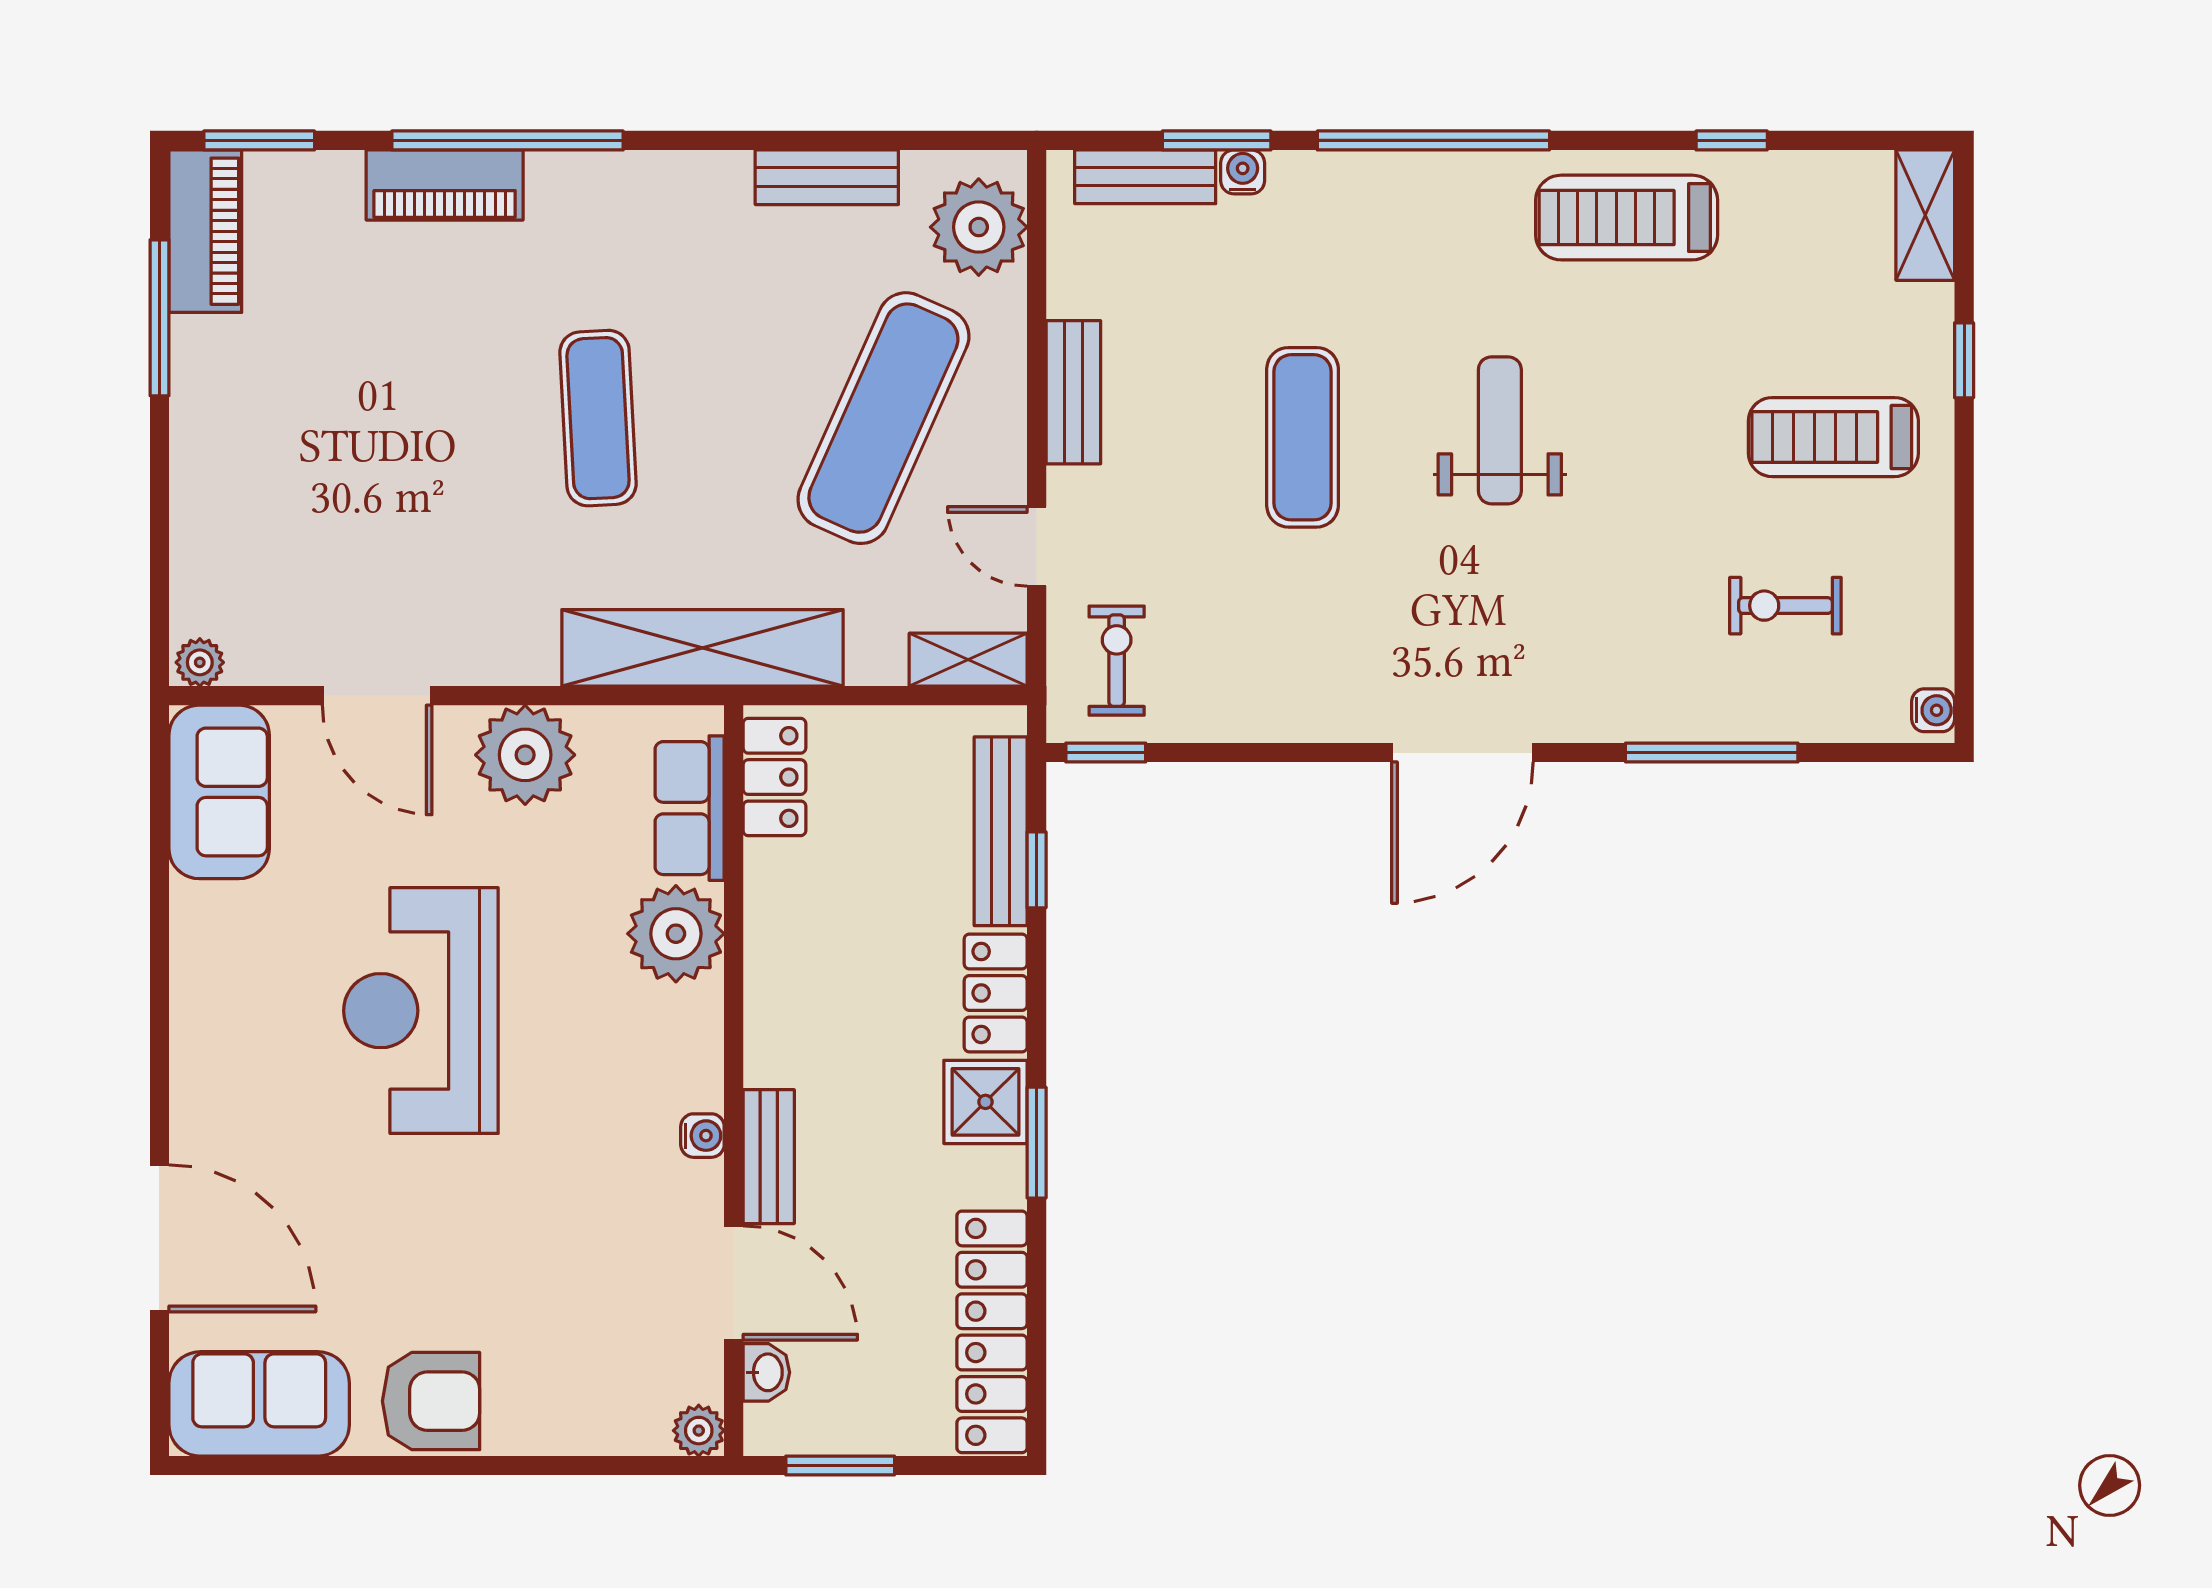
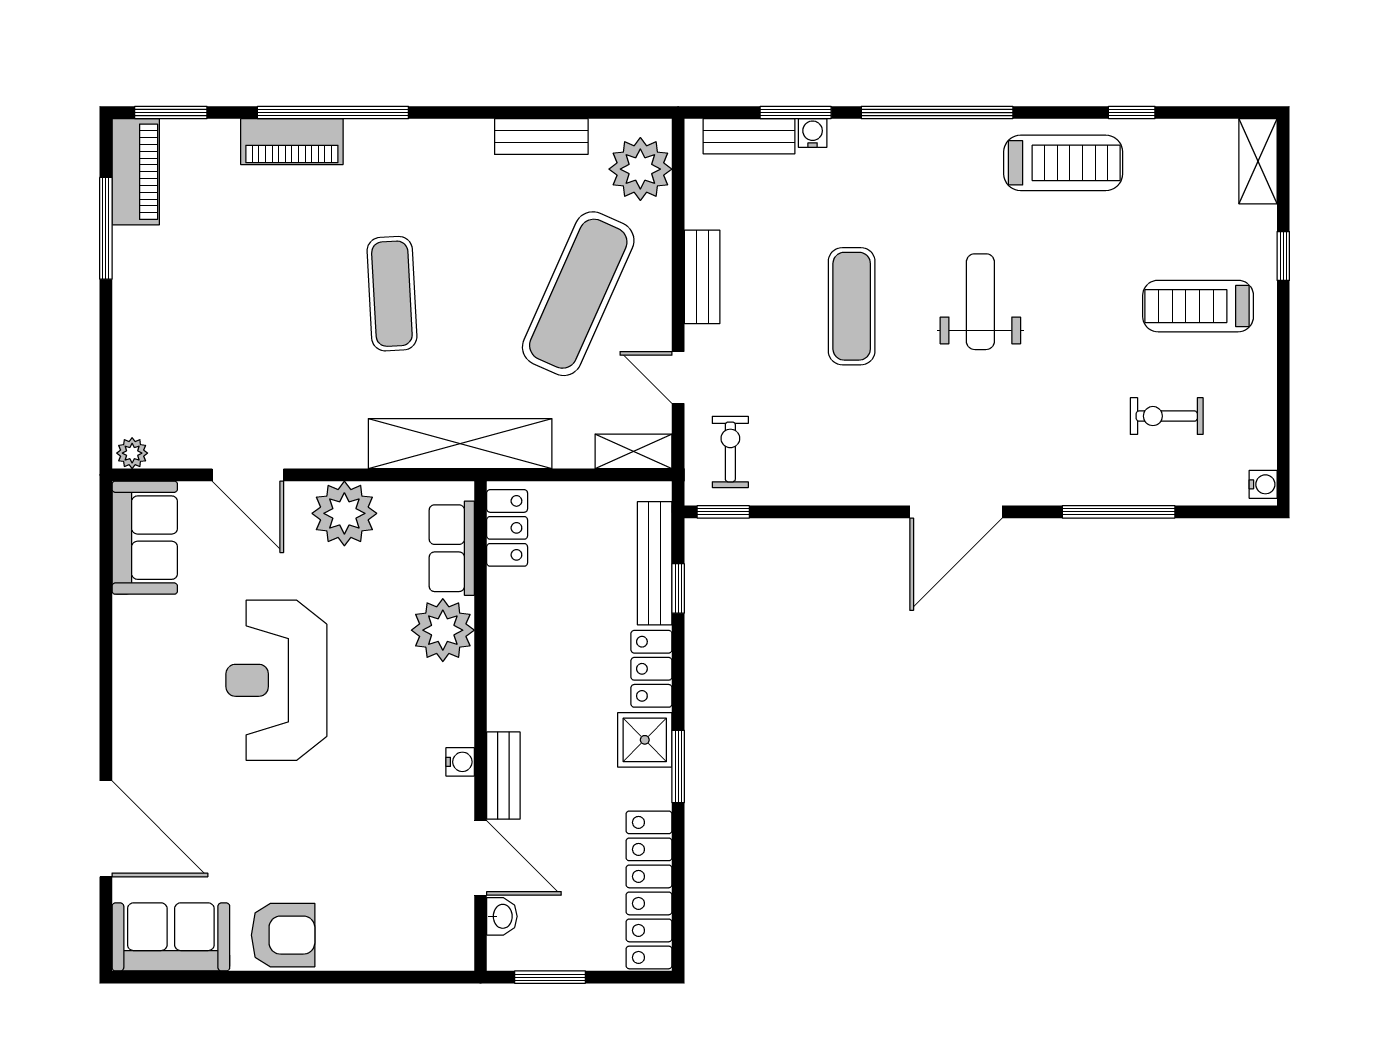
treadmill: (1627, 218) -> (1063, 163), turned 180
plant: (699, 1431) -> (458, 954), removed

